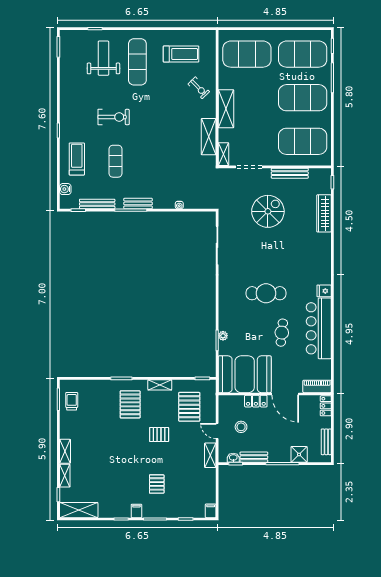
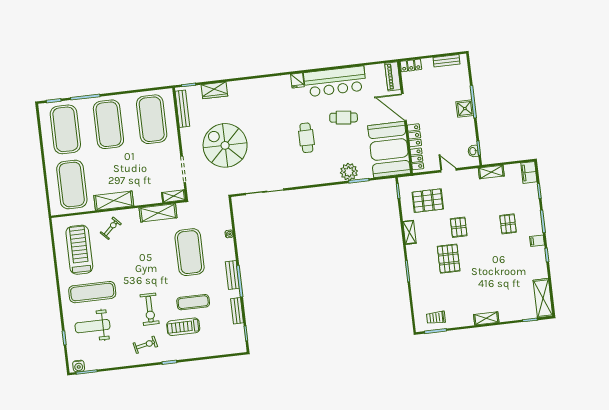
treadmill: (181, 54) -> (79, 250), width x1.37, depth x1.38
exercise bike: (79, 109) -> (145, 345), added
shelving: (226, 109) -> (114, 201), moved
exercise bike: (114, 117) -> (150, 309), turned 180
treadmill: (77, 159) -> (183, 327), moved
exercise mat: (166, 164) -> (190, 252), added
bench: (290, 173) -> (182, 109), moved
water cooler: (65, 189) -> (79, 366), moved
bench: (97, 204) -> (237, 311), width x0.73
spiral stairs: (268, 211) -> (225, 145), width x1.37, depth x1.37
wardrobe: (324, 213) -> (214, 90), width x0.67
cafe table: (266, 293) -> (306, 138), width x0.73, depth x0.74
plant: (223, 336) -> (349, 172), width x1.88, depth x1.88
door: (285, 394) -> (404, 107), swing flipped
locker: (232, 401) -> (417, 159), added
pallet: (130, 404) -> (449, 259), moved, turned 90
stool: (241, 427) -> (442, 147), removed
door: (217, 431) -> (448, 170), swing flipped
shower: (299, 454) -> (465, 109), moved
shelving: (210, 455) -> (491, 172), moved
bench: (254, 457) -> (470, 131), removed
shelving: (65, 476) -> (511, 316), removed
pallet: (157, 484) -> (508, 224), turned 90
filing cabinet: (211, 511) -> (529, 172), width x2.00

